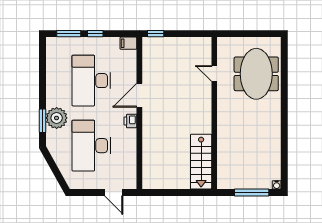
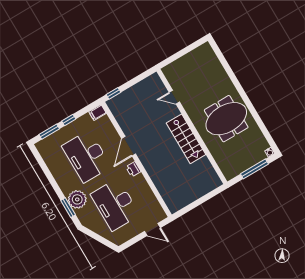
meeting table: (256, 74) -> (226, 119), moved, turned 90
stairs: (201, 162) -> (186, 139), moved

